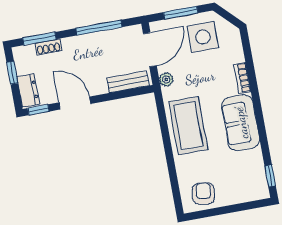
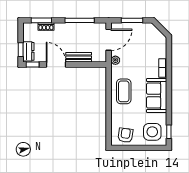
side table: (203, 37) -> (152, 132), moved
window: (12, 73) -> (21, 50), moved
bench: (128, 82) -> (79, 57), moved
coffee table: (188, 126) -> (124, 91), width x0.73, depth x0.76

